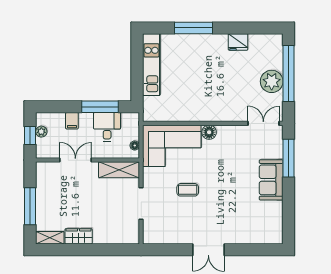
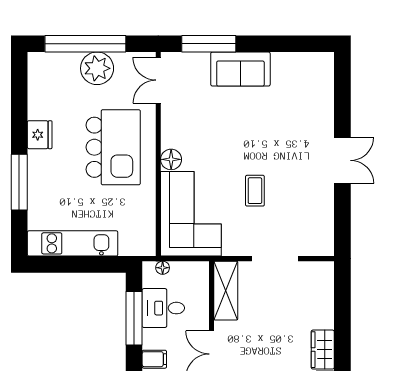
fridge: (238, 42) -> (40, 135), moved
kitchen island: (217, 92) -> (113, 147), added
floor lamp: (135, 146) -> (163, 268), moved

